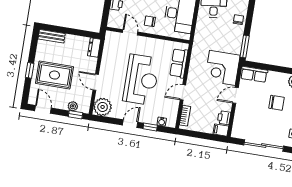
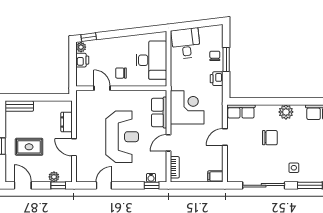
dresser: (94, 47) -> (66, 122), moved
window: (245, 47) -> (226, 59), moved
corner desk: (222, 68) -> (187, 107), moved, turned 180
rug: (54, 75) -> (29, 147), width x0.73, depth x0.70
plant: (103, 107) -> (86, 172), removed
printer: (224, 118) -> (217, 79), moved
door: (130, 124) -> (104, 185), moved
window: (150, 127) -> (152, 185), moved

